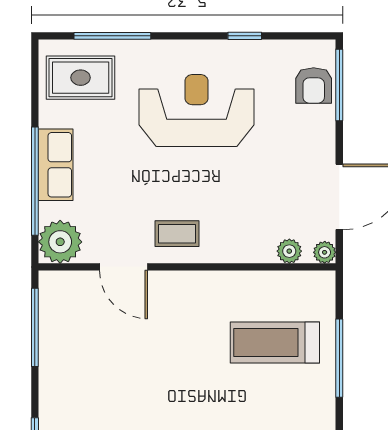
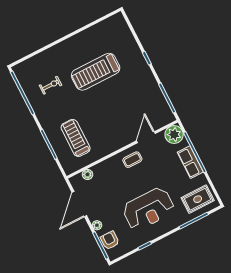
plant: (325, 252) -> (97, 225), moved
door: (124, 267) -> (146, 137), hinge flipped
treadmill: (275, 343) -> (76, 138), turned -90

